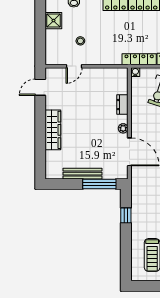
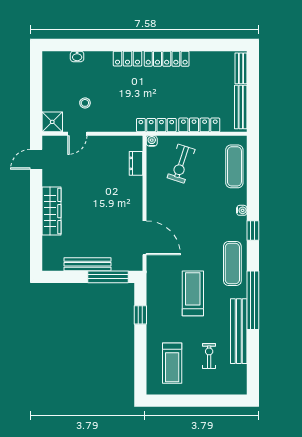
shower: (53, 21) -> (52, 122), moved
dresser: (122, 105) -> (136, 163), moved
plant: (123, 128) -> (137, 209), removed

